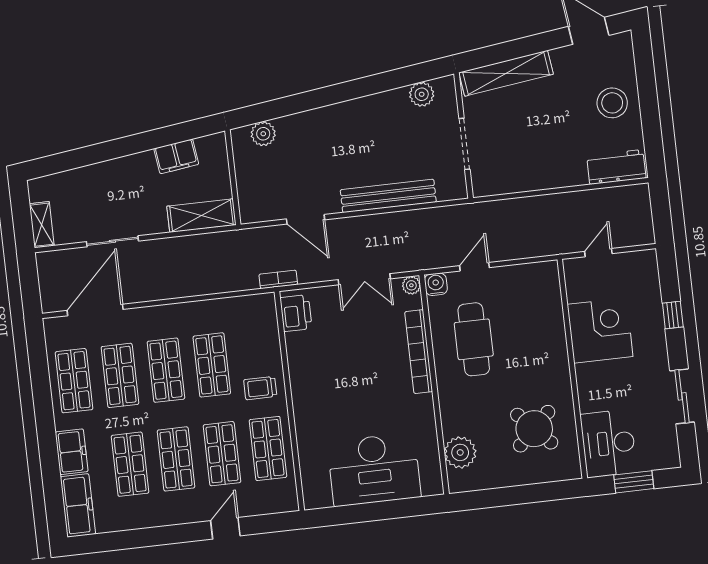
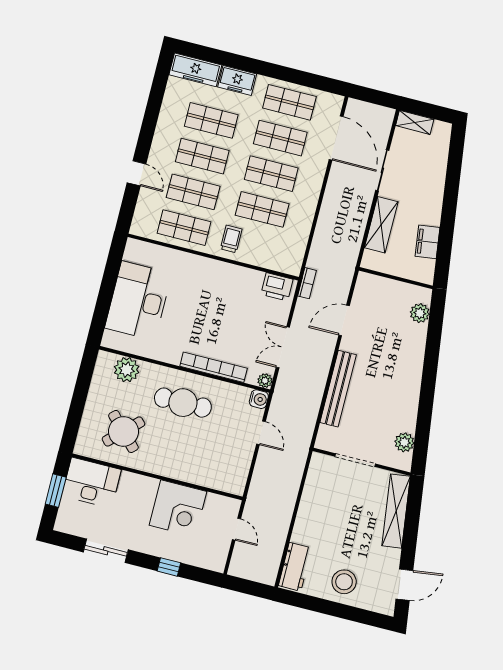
shelving: (201, 216) -> (381, 225), moved
cafe table: (474, 339) -> (183, 403), moved

